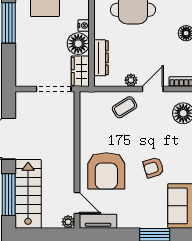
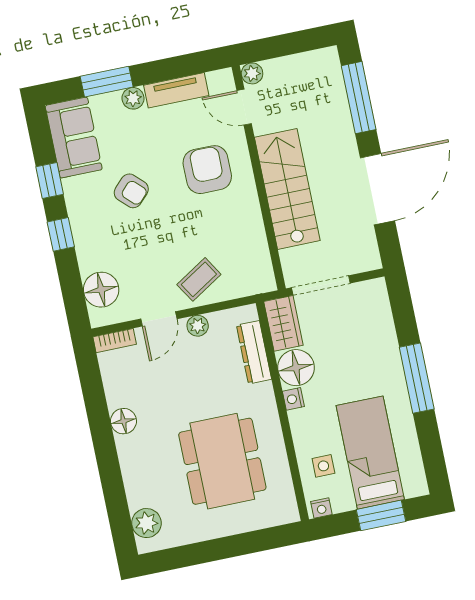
armchair: (154, 168) -> (131, 191), turned 61
armchair: (106, 171) -> (207, 170), width x0.73, depth x0.73
stairs: (28, 194) -> (287, 189), moved, turned 180
tv unit: (98, 221) -> (176, 90), moved
plant: (141, 222) -> (133, 98), added

